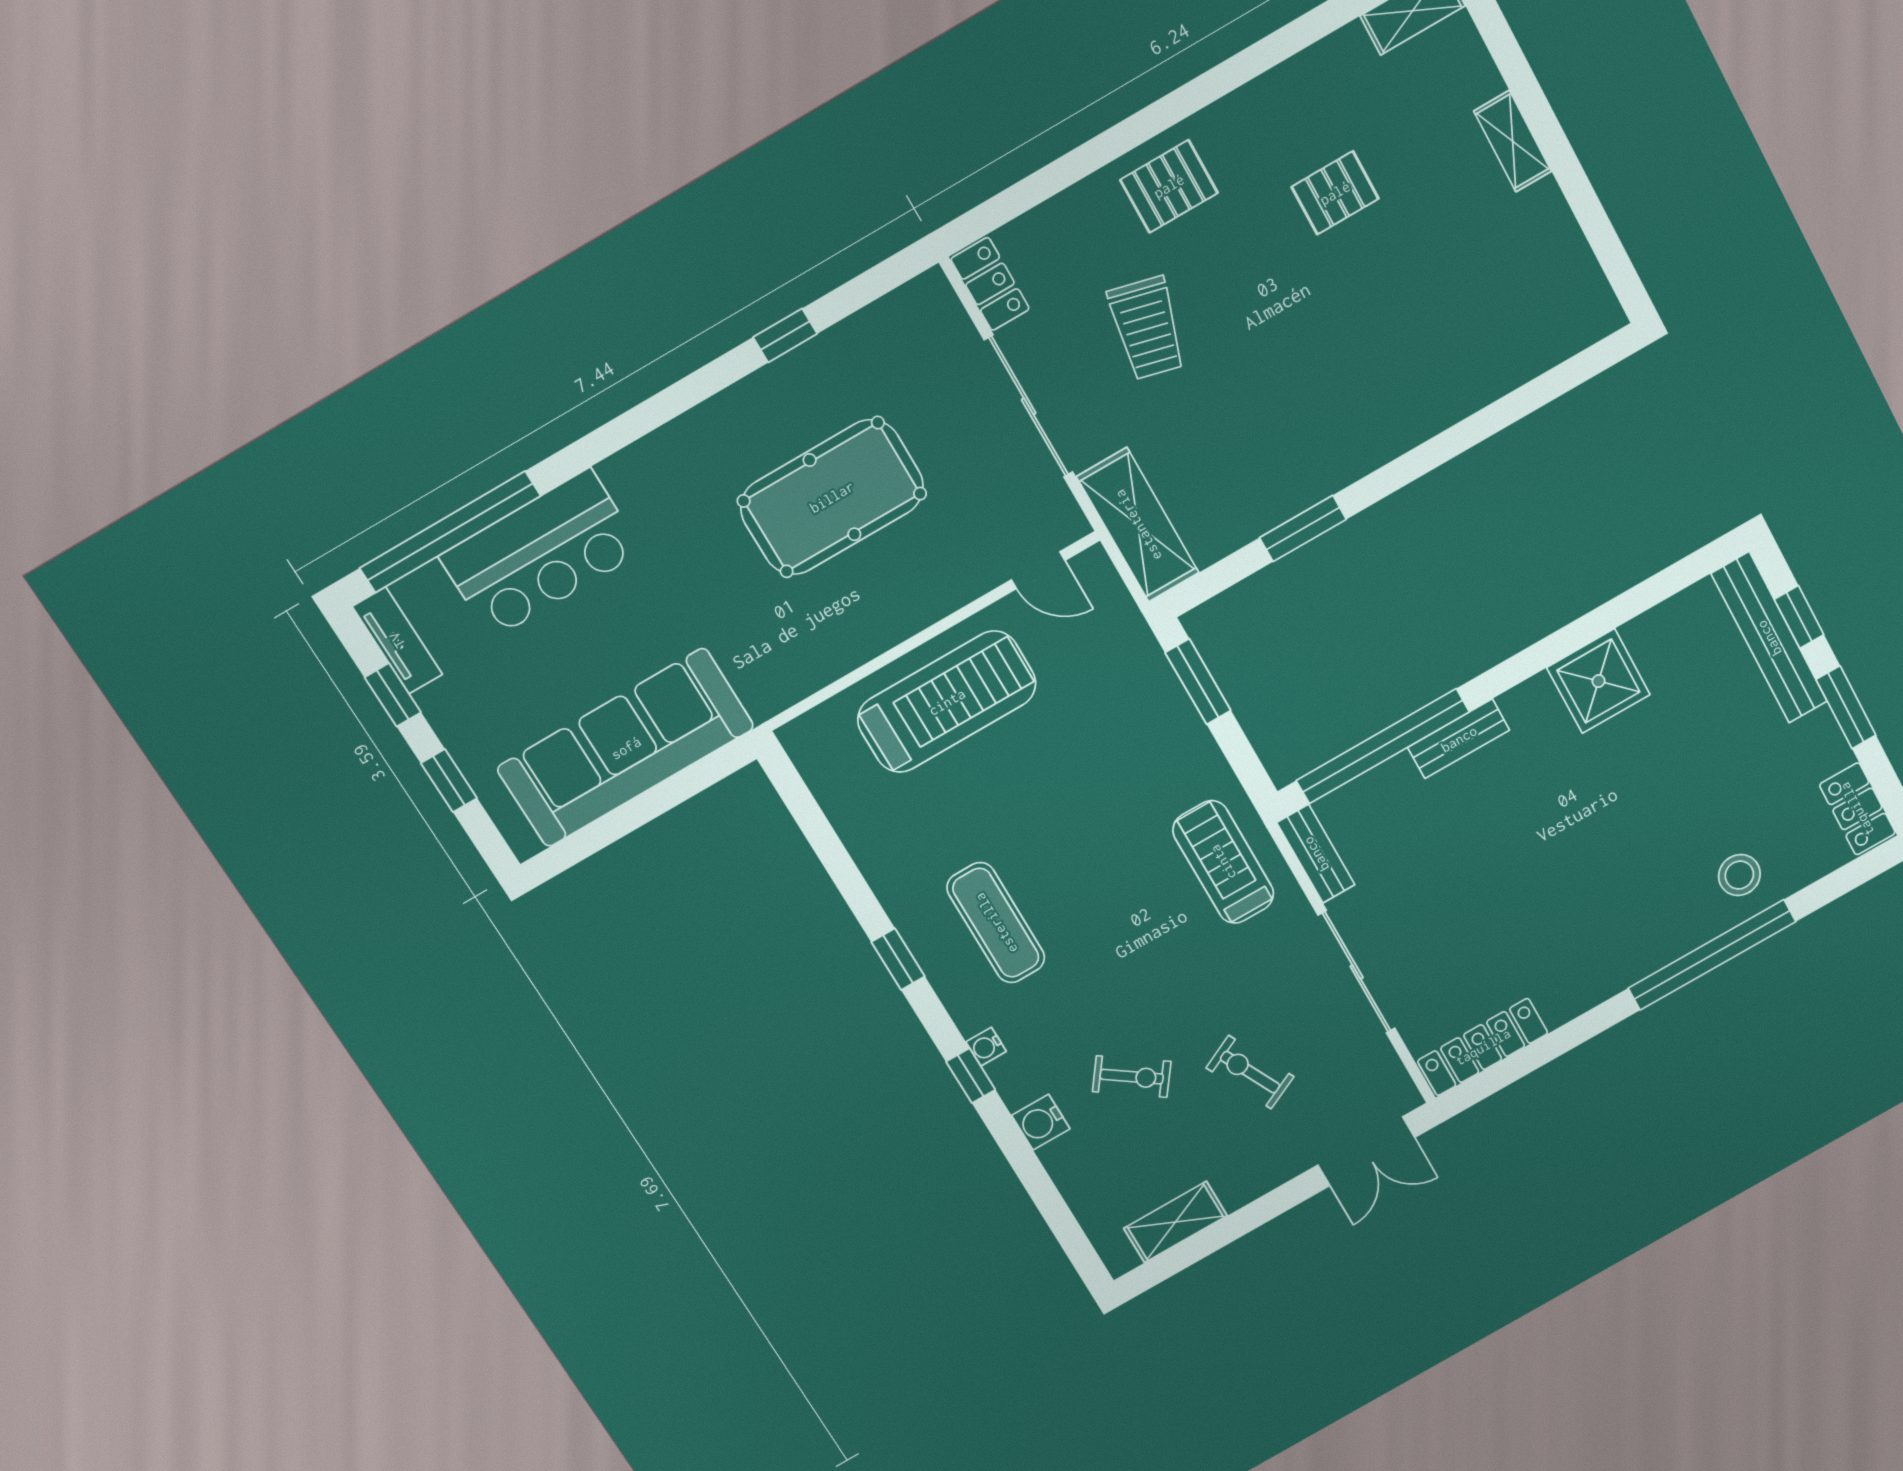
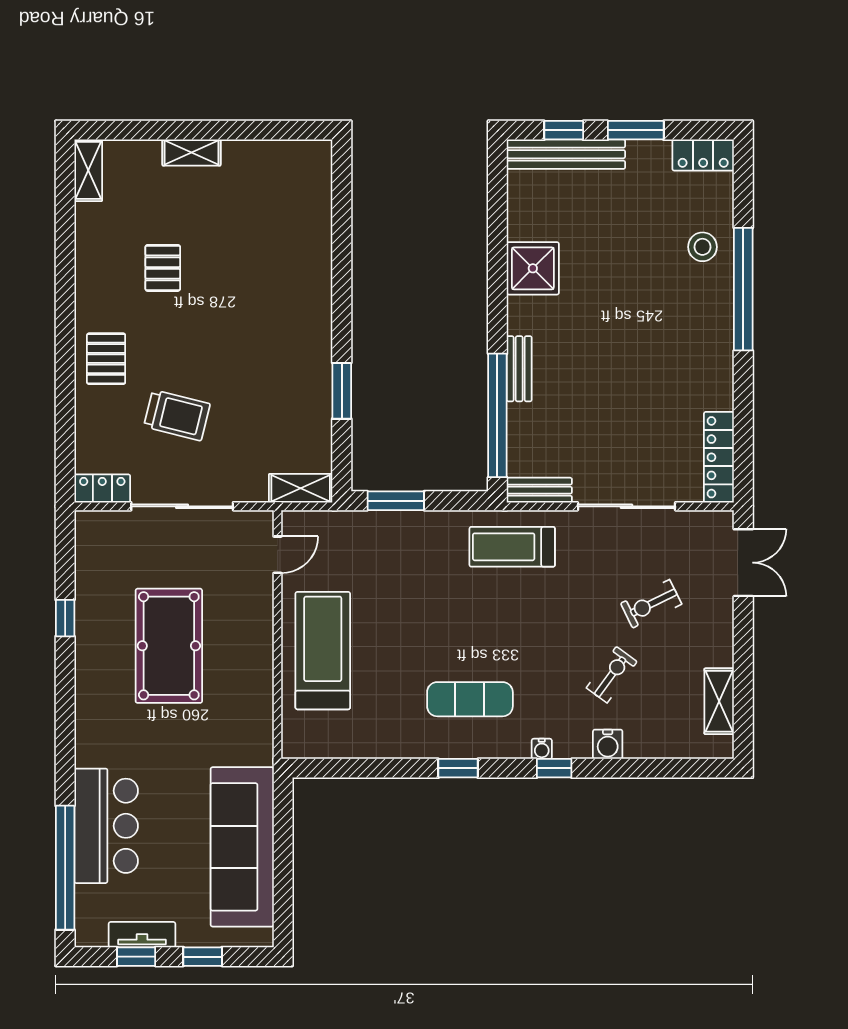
shelving: (1138, 525) -> (301, 488), width x0.67, depth x0.75
tv unit: (397, 640) -> (142, 935), moved

